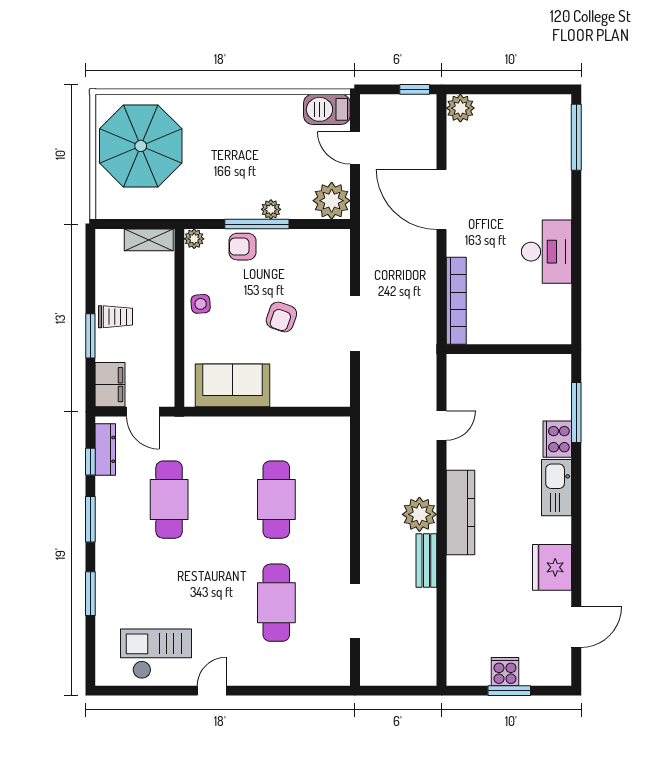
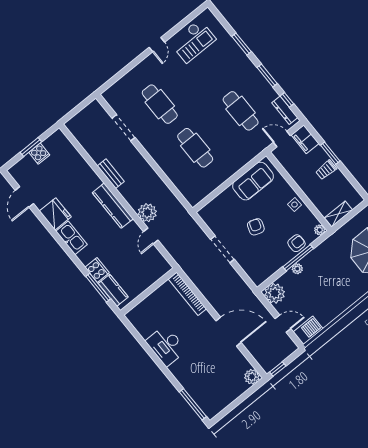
kitchen counter: (558, 392) -> (113, 290), added
kitchen sink: (557, 488) -> (71, 238), moved
plant: (419, 514) -> (147, 213), moved

